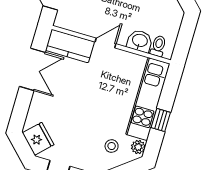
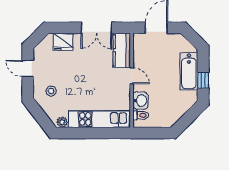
window: (161, 120) -> (87, 133), removed
fridge: (38, 139) -> (63, 42), moved, turned 45
stool: (112, 146) -> (51, 91), moved

